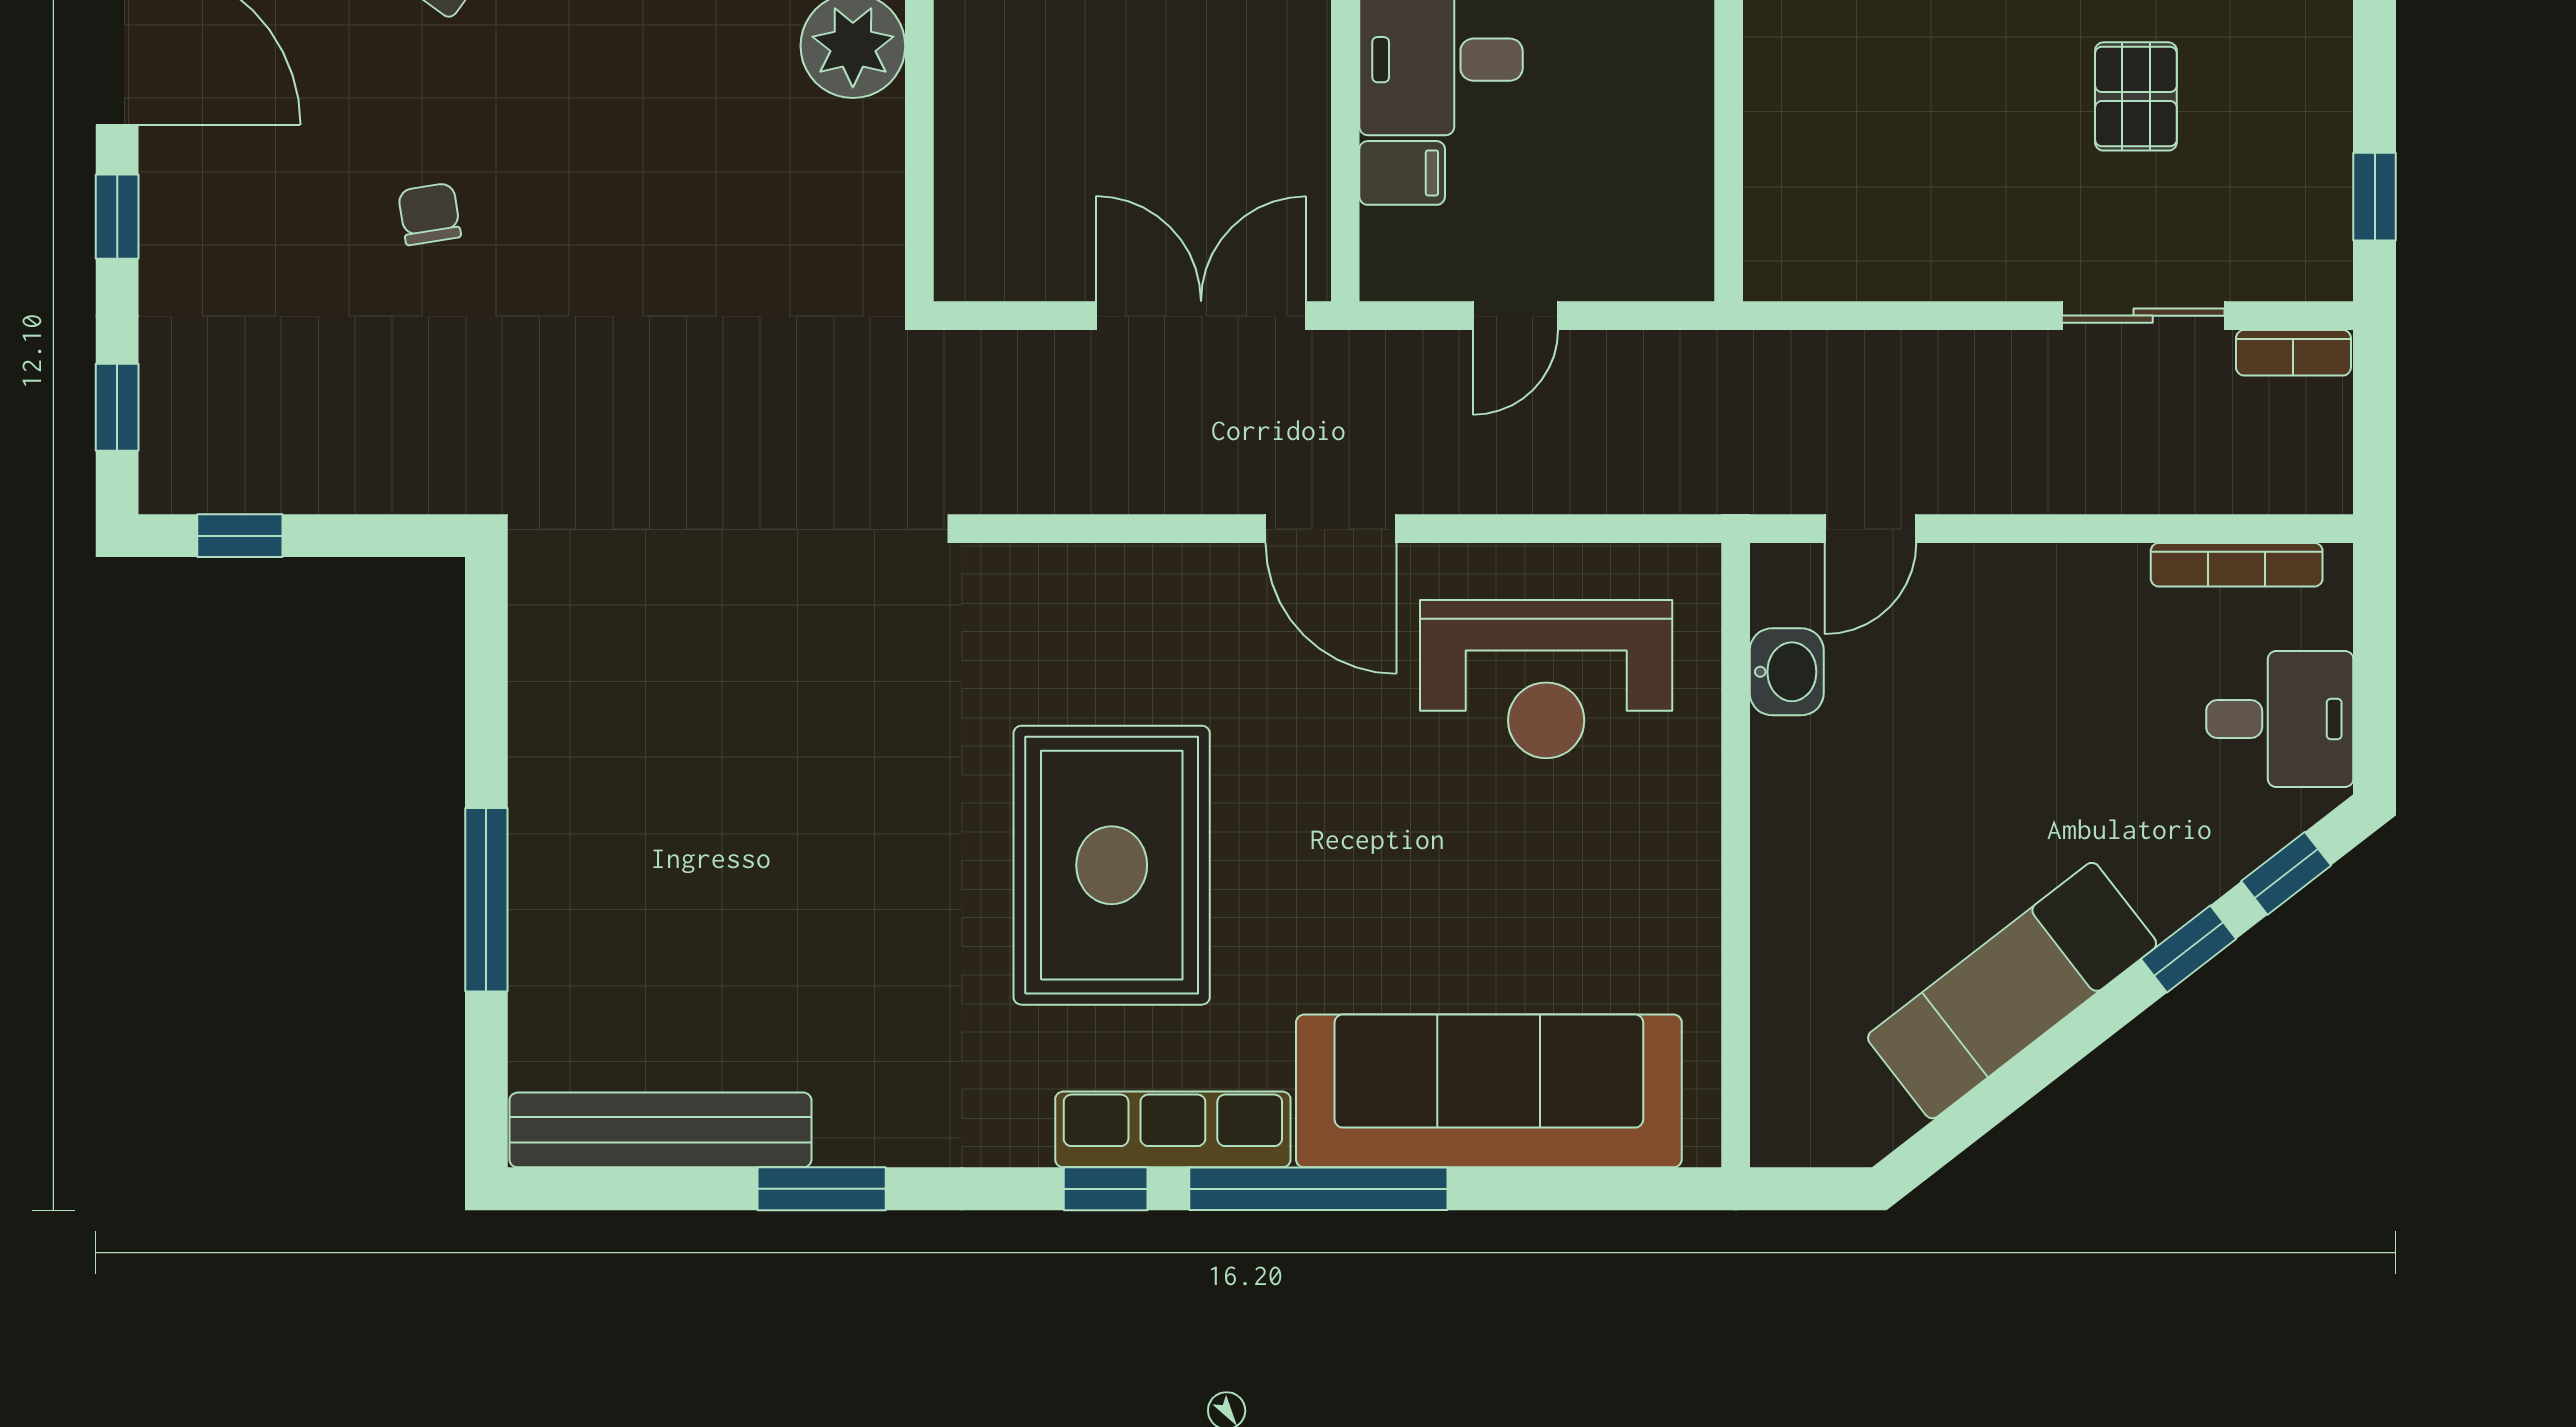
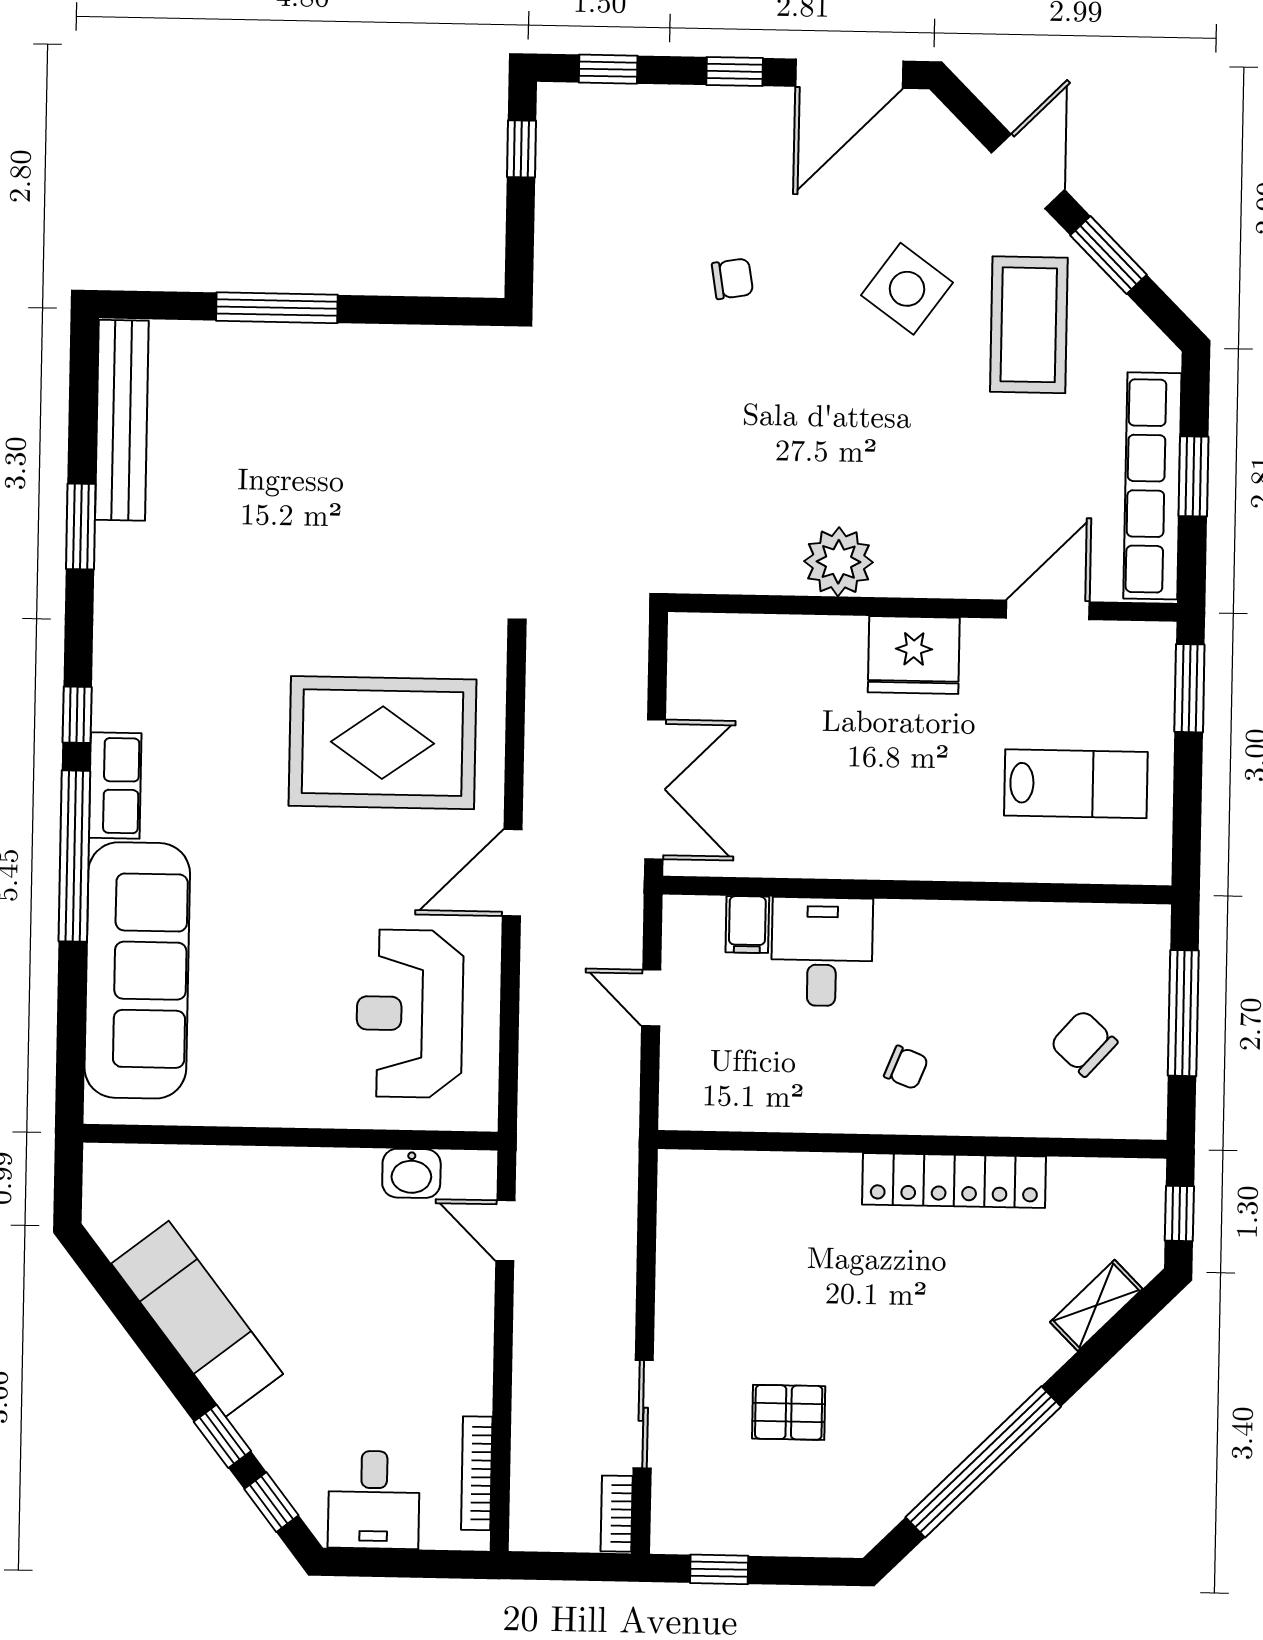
rug: (1112, 865) -> (382, 743), moved
row of seats: (1173, 1129) -> (115, 786), width x0.68

